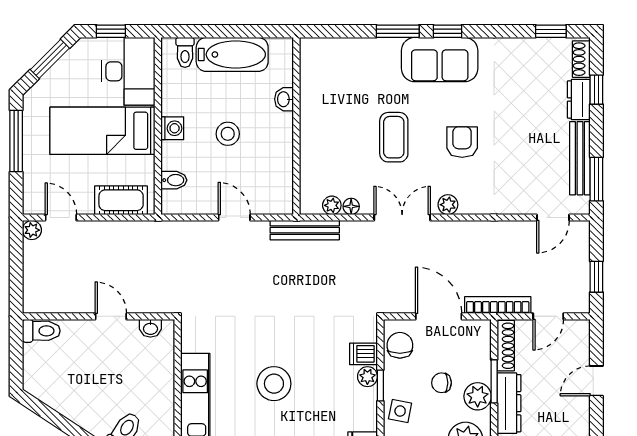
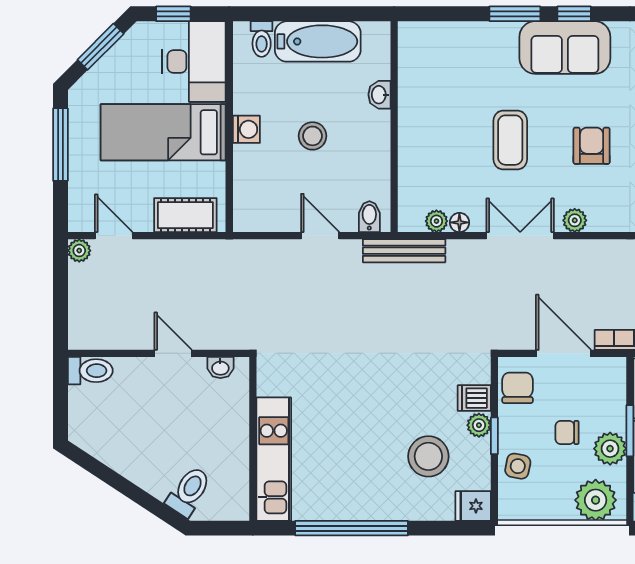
bidet: (174, 180) -> (369, 217), moved, turned -90
stool: (274, 384) -> (428, 456), moved

